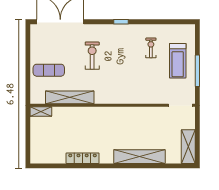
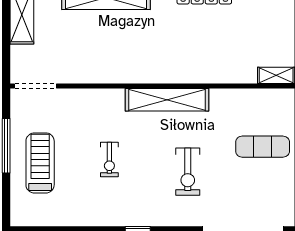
exercise bike: (151, 48) -> (109, 160), moved
shelving: (70, 97) -> (167, 100), moved

